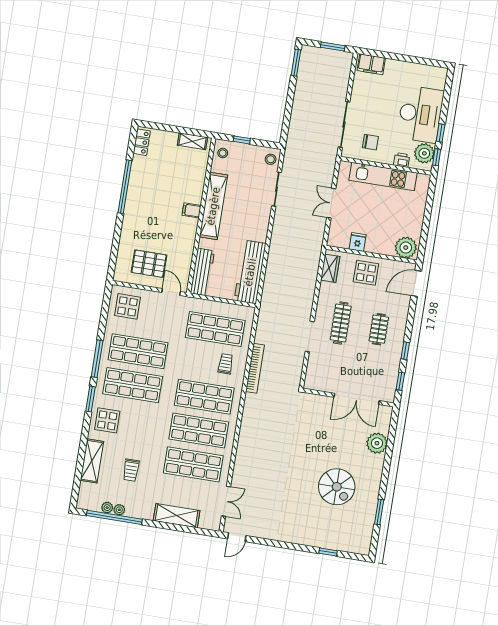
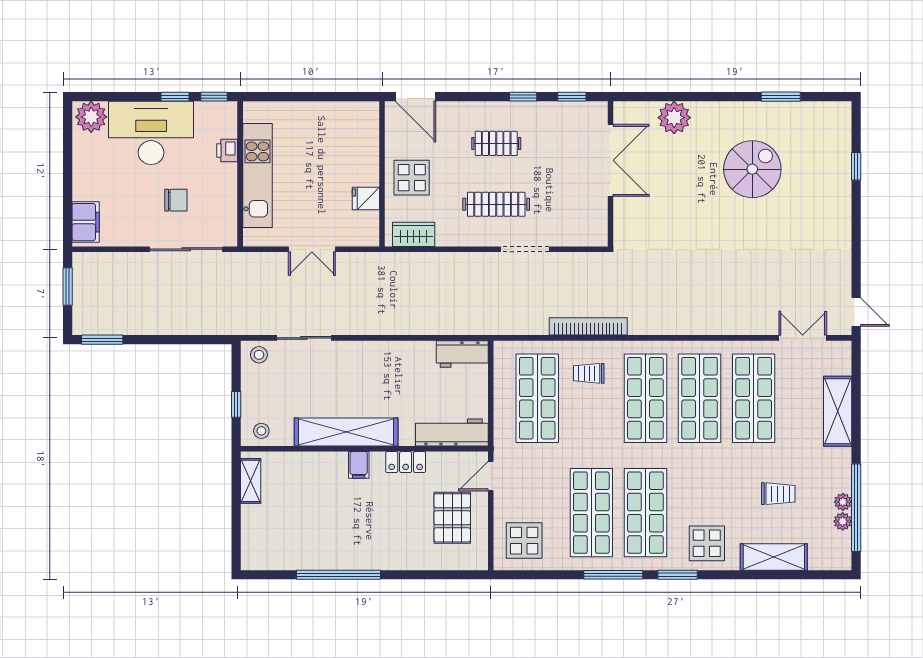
locker: (142, 142) -> (406, 462), moved, turned 180
chair: (370, 142) -> (176, 200), moved, turned 90
plant: (424, 153) -> (91, 117), moved
plant: (406, 248) -> (362, 122), removed
workbench: (250, 272) -> (462, 354), width x0.53, depth x0.76

